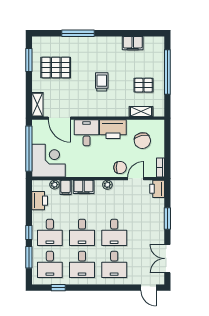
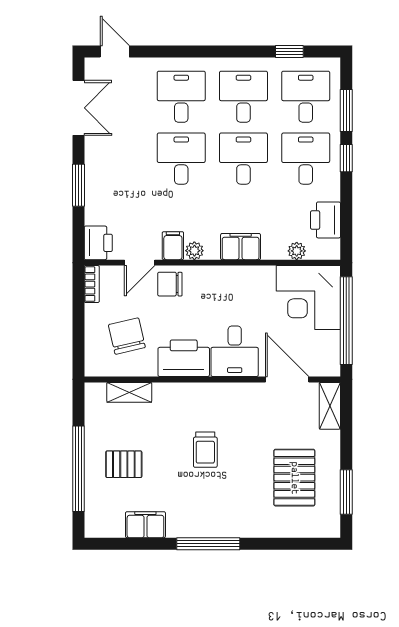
window: (78, 33) -> (208, 544), moved
pallet: (56, 67) -> (294, 478), turned 90
pallet: (144, 85) -> (124, 464), moved
filing cabinet: (66, 187) -> (173, 246), moved

